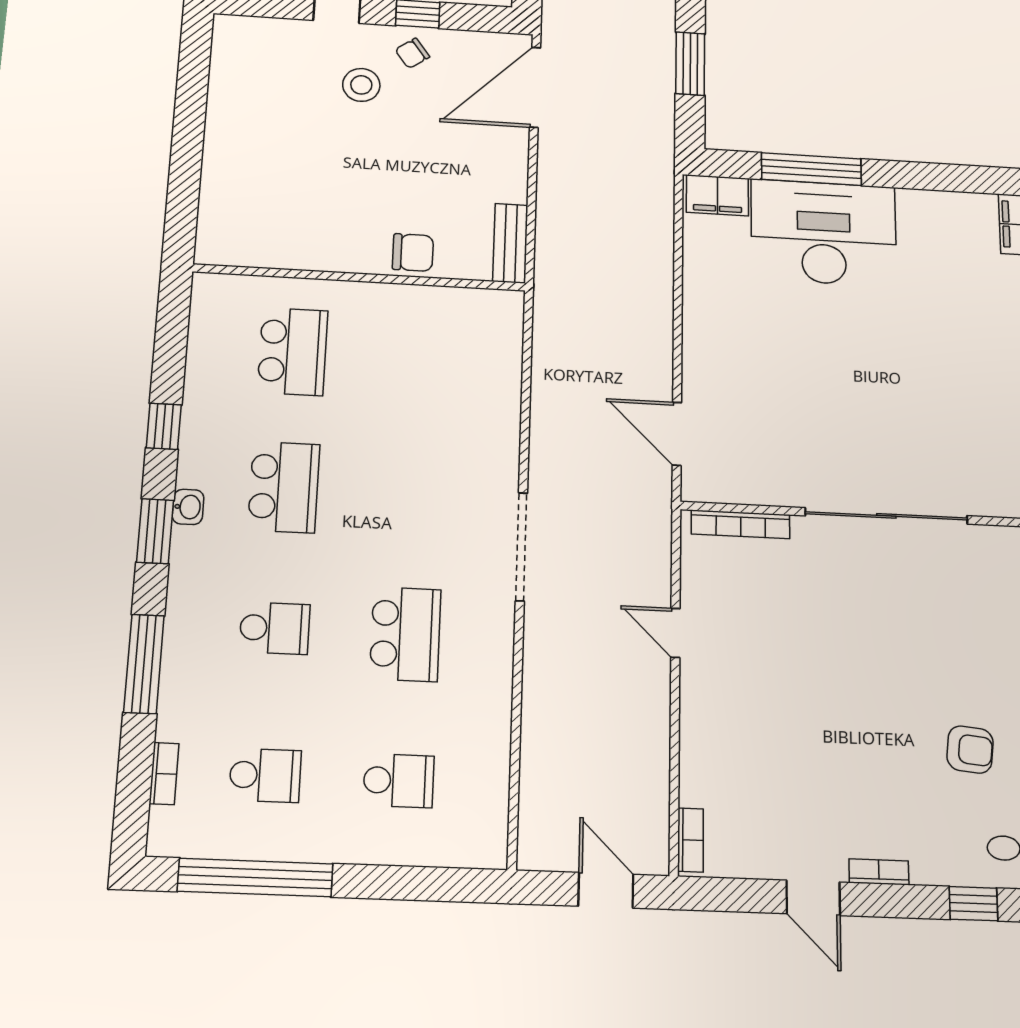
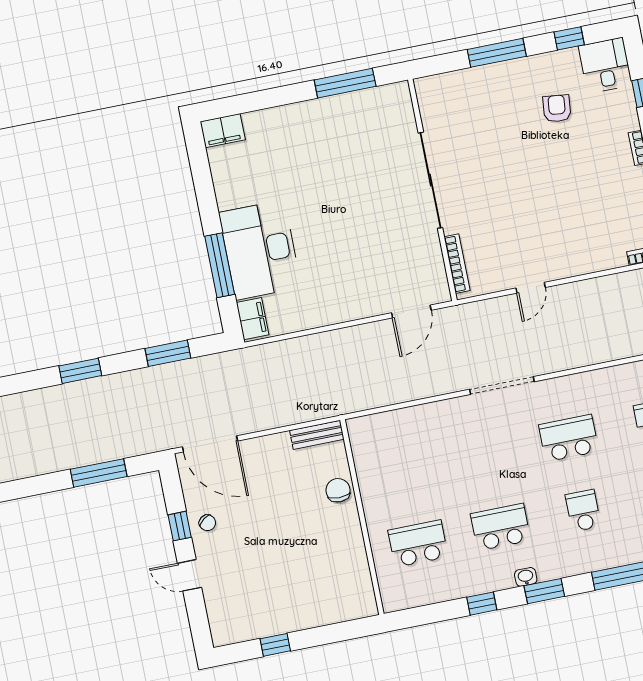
stool: (361, 85) -> (237, 548), removed
window: (191, 101) -> (275, 645), added

